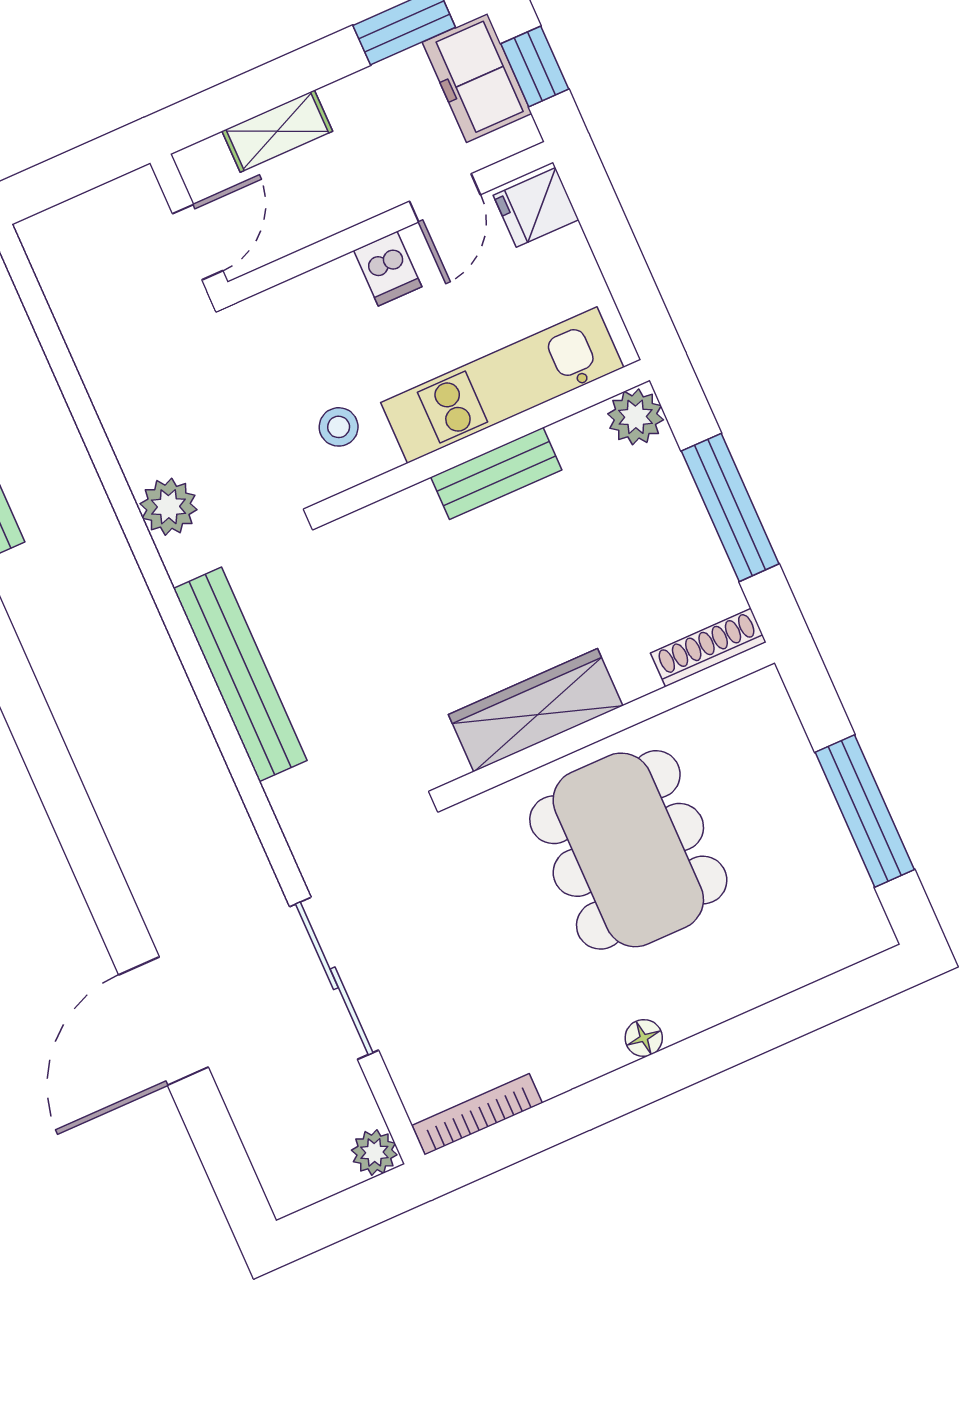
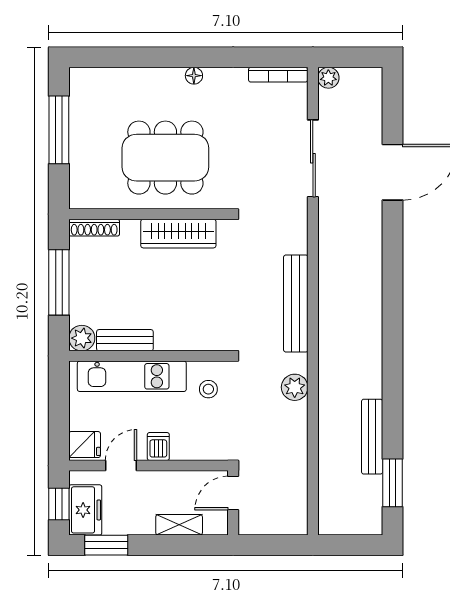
bench: (496, 473) -> (125, 340), moved
dining table: (628, 850) -> (165, 158), turned 90

